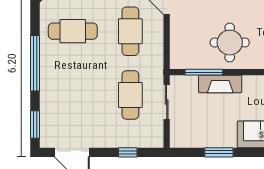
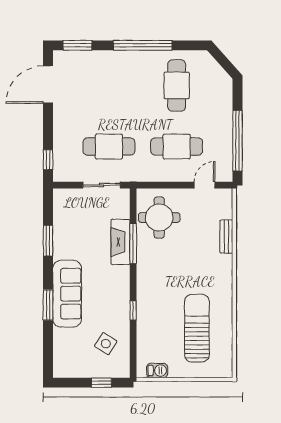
round table: (230, 43) -> (159, 218), moved
window: (204, 72) -> (133, 243), moved
window: (128, 152) -> (48, 160), moved

